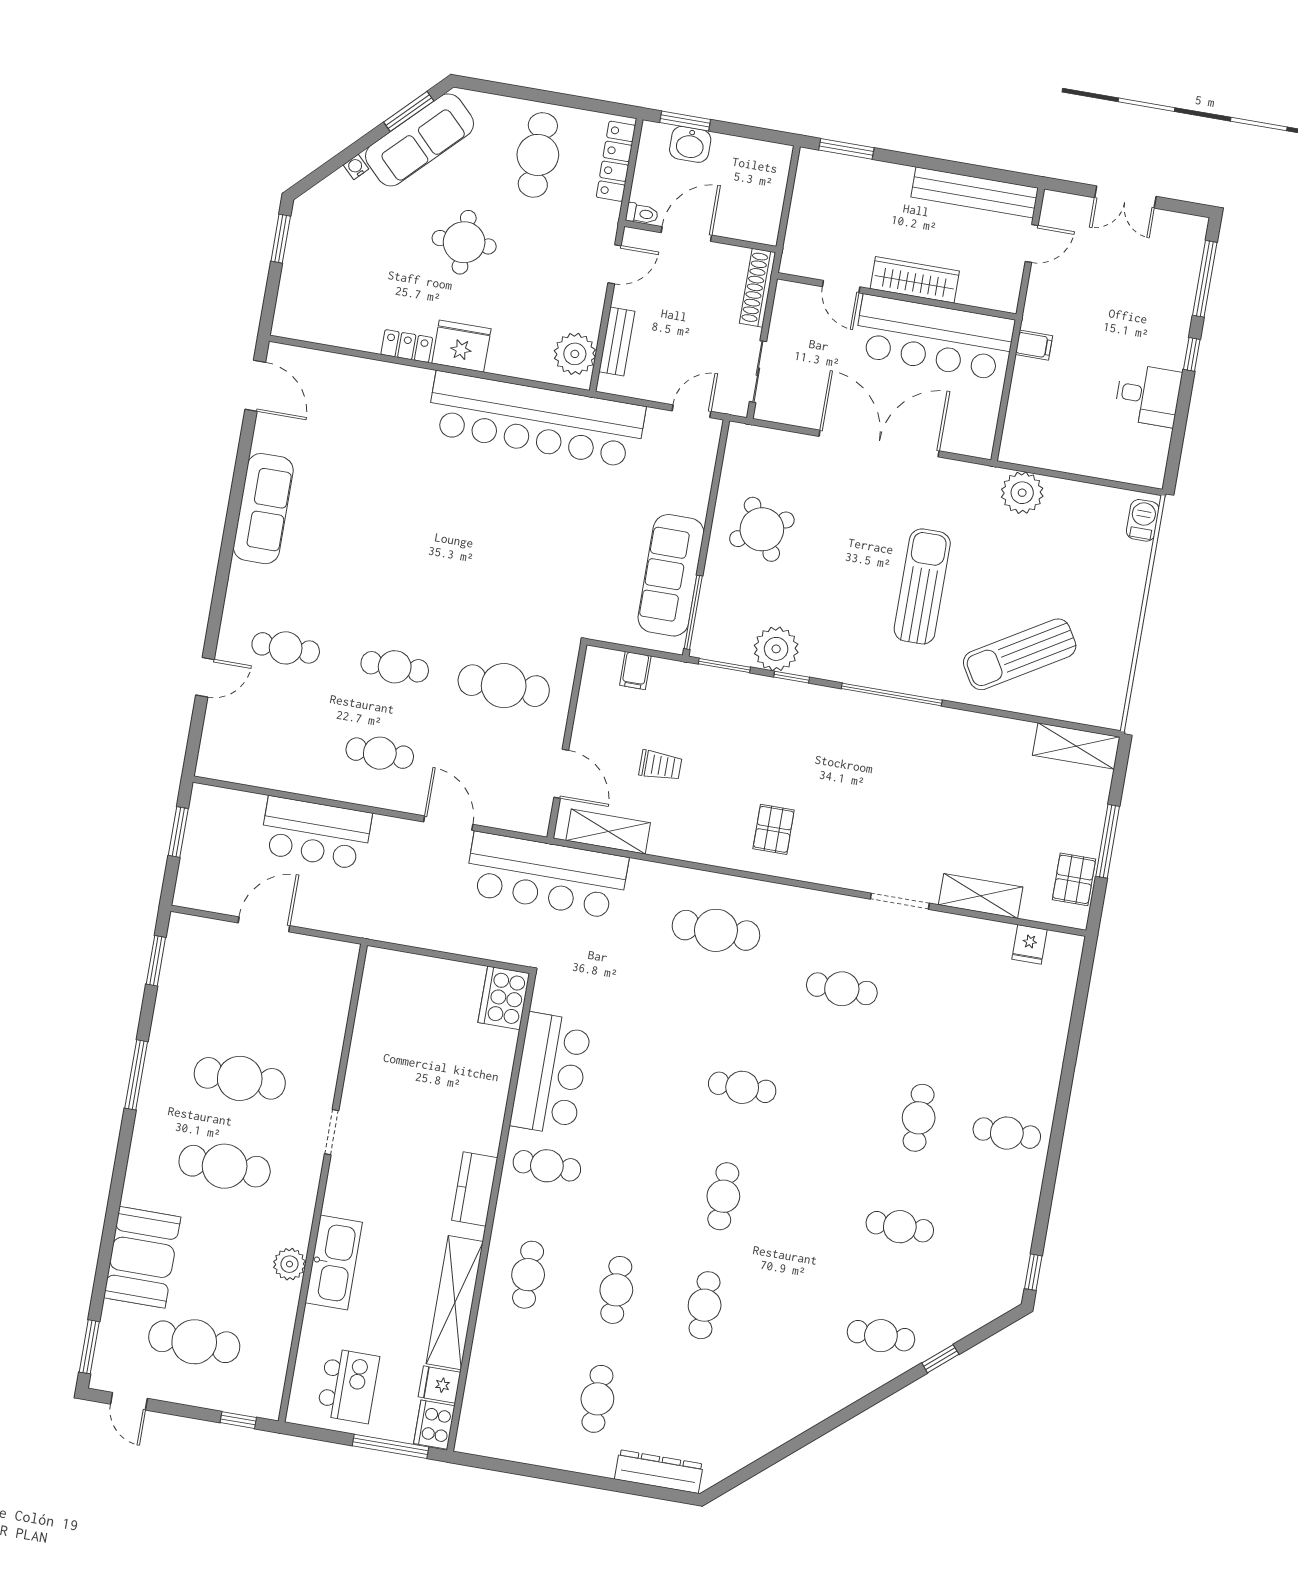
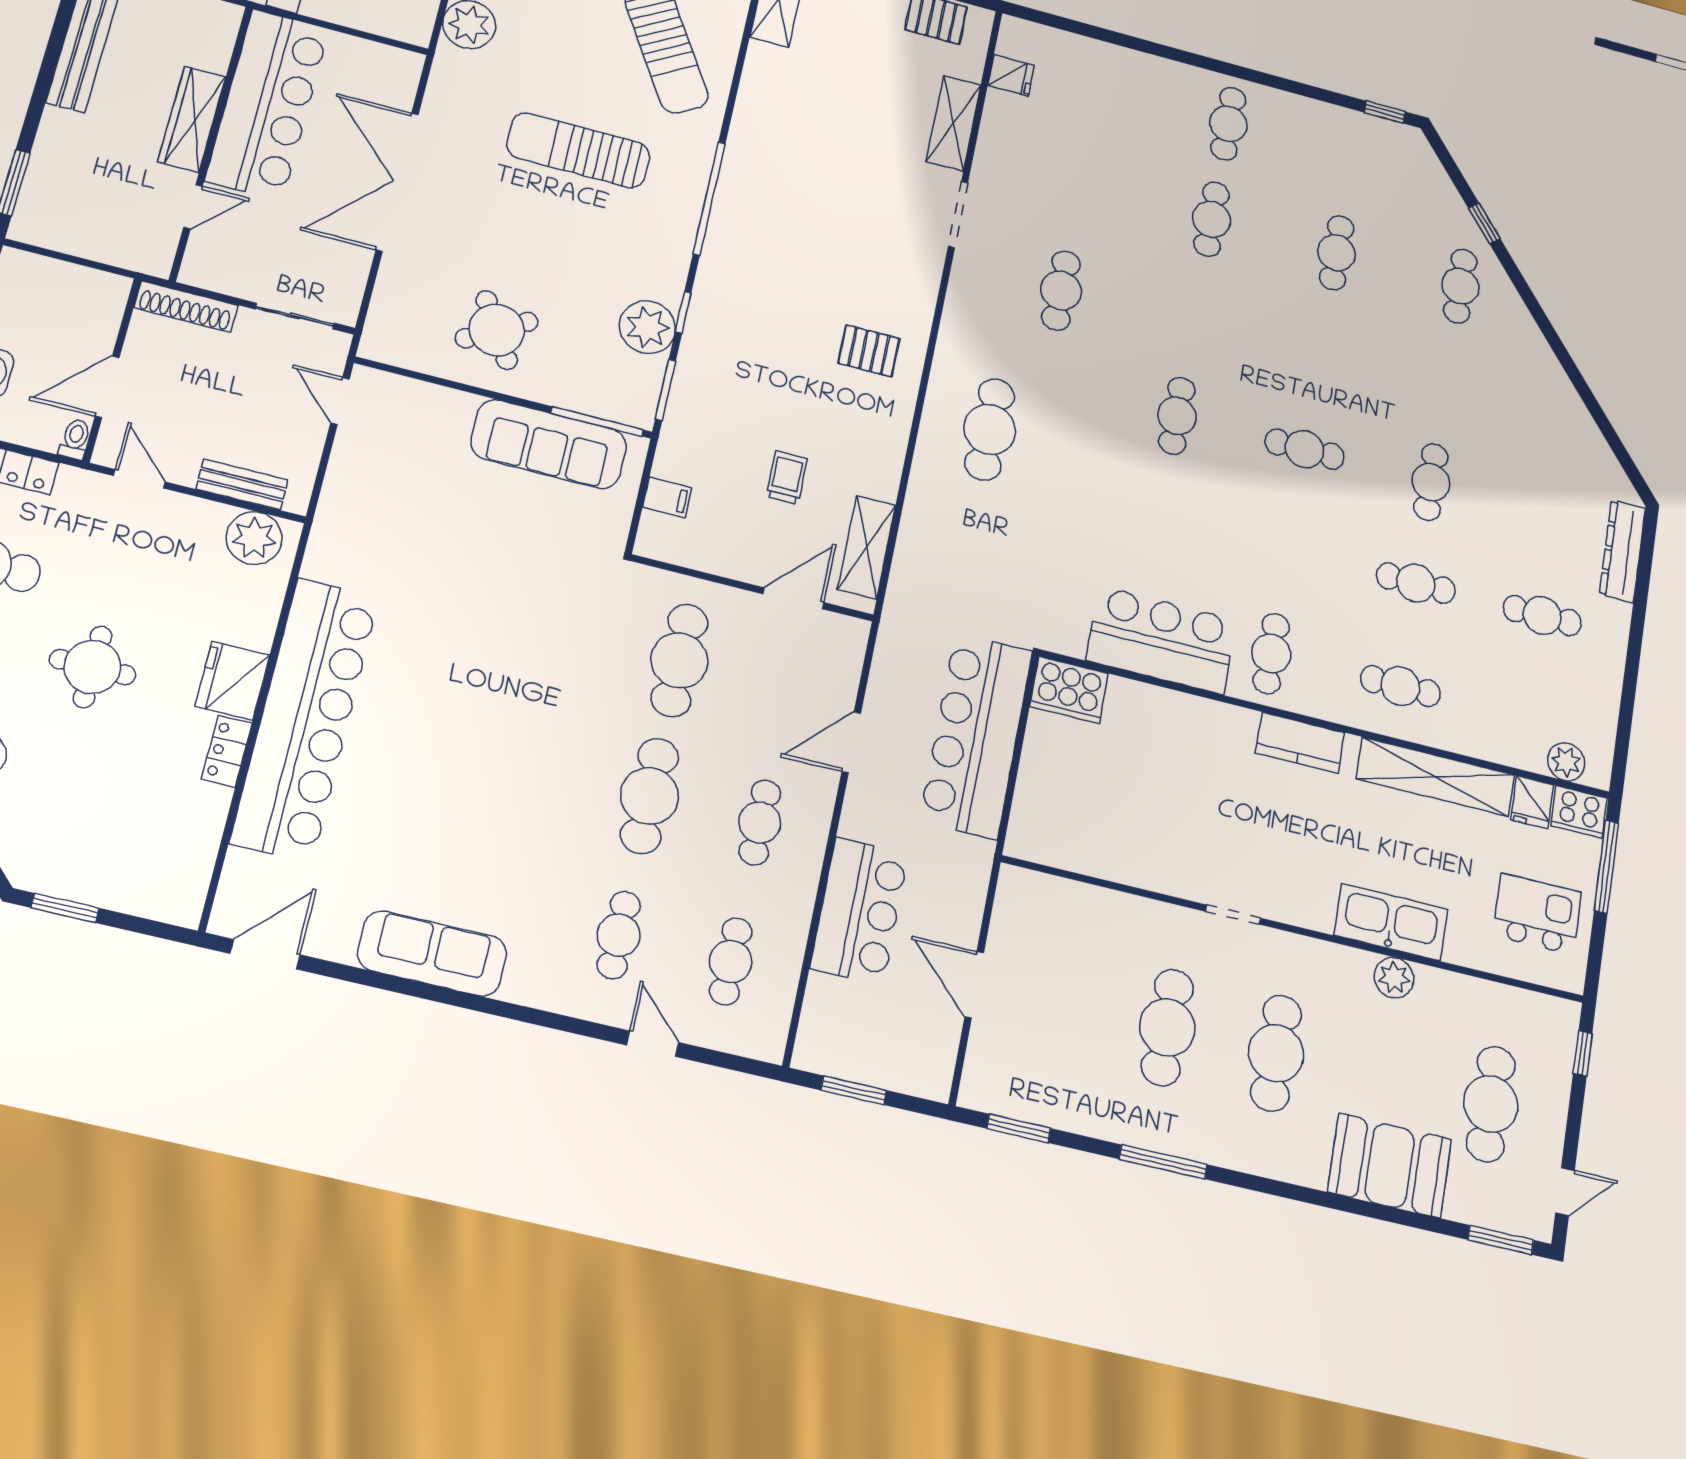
door: (686, 234) -> (107, 387), hinge flipped
bar counter: (536, 420) -> (305, 719), moved
cafe table: (395, 667) -> (649, 796), width x1.37, depth x1.35
cafe table: (271, 734) -> (731, 961), added
bar counter: (546, 875) -> (976, 735), moved, turned 180
cafe table: (919, 1118) -> (1212, 219), turned 90
cafe table: (705, 1305) -> (1431, 482), turned 90
plant: (475, 1415) -> (1566, 762), added

